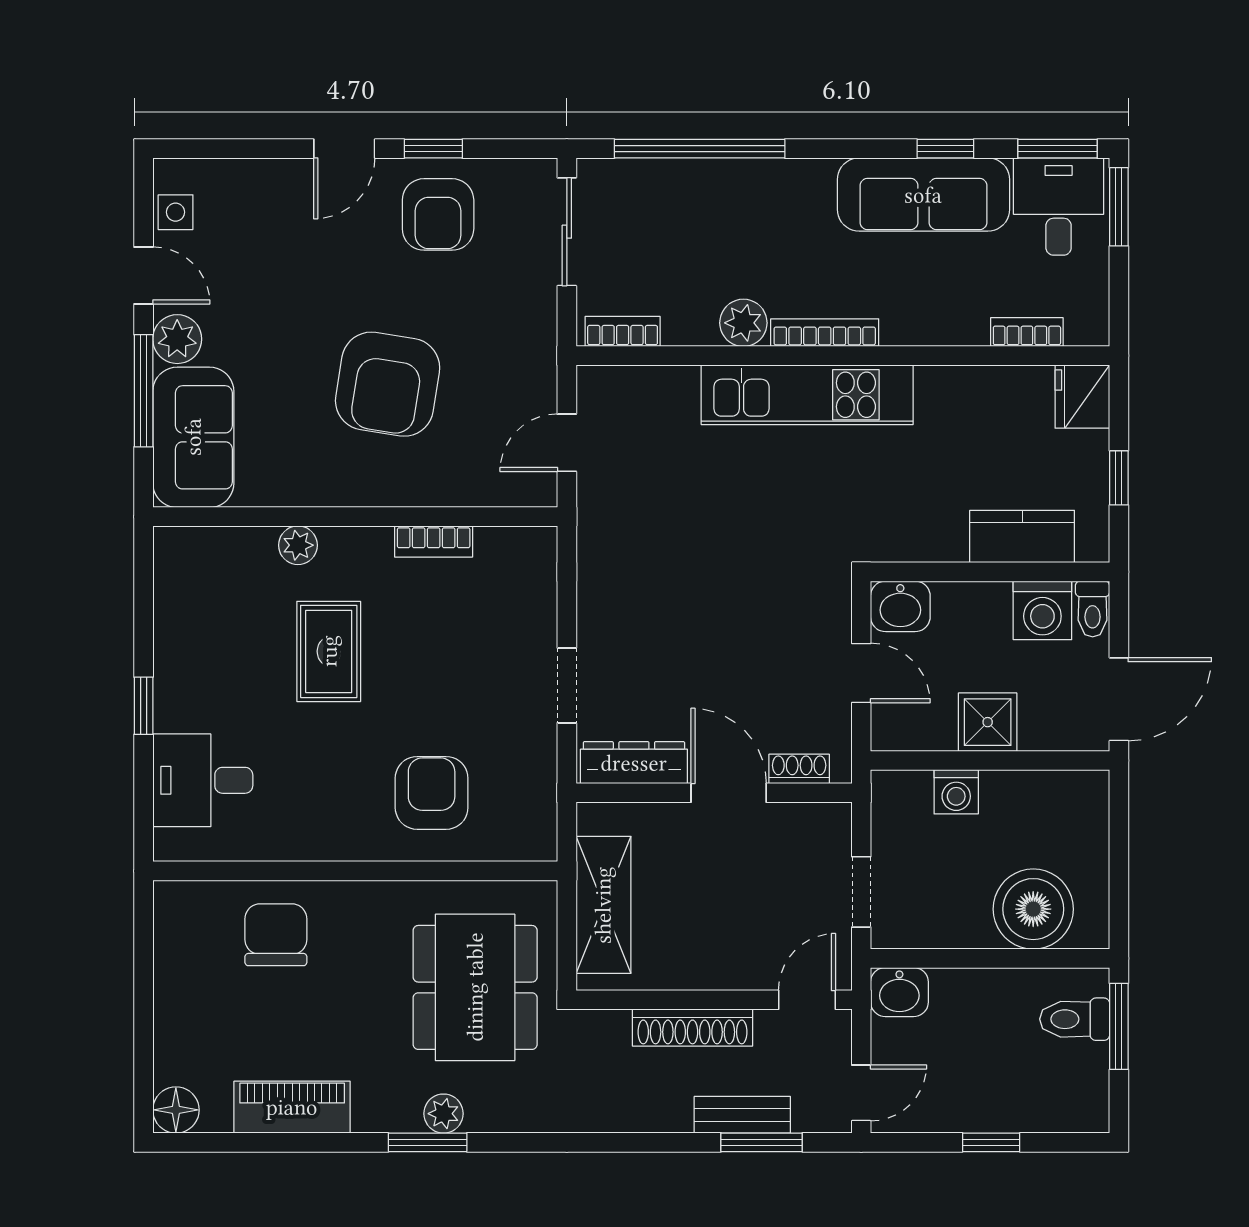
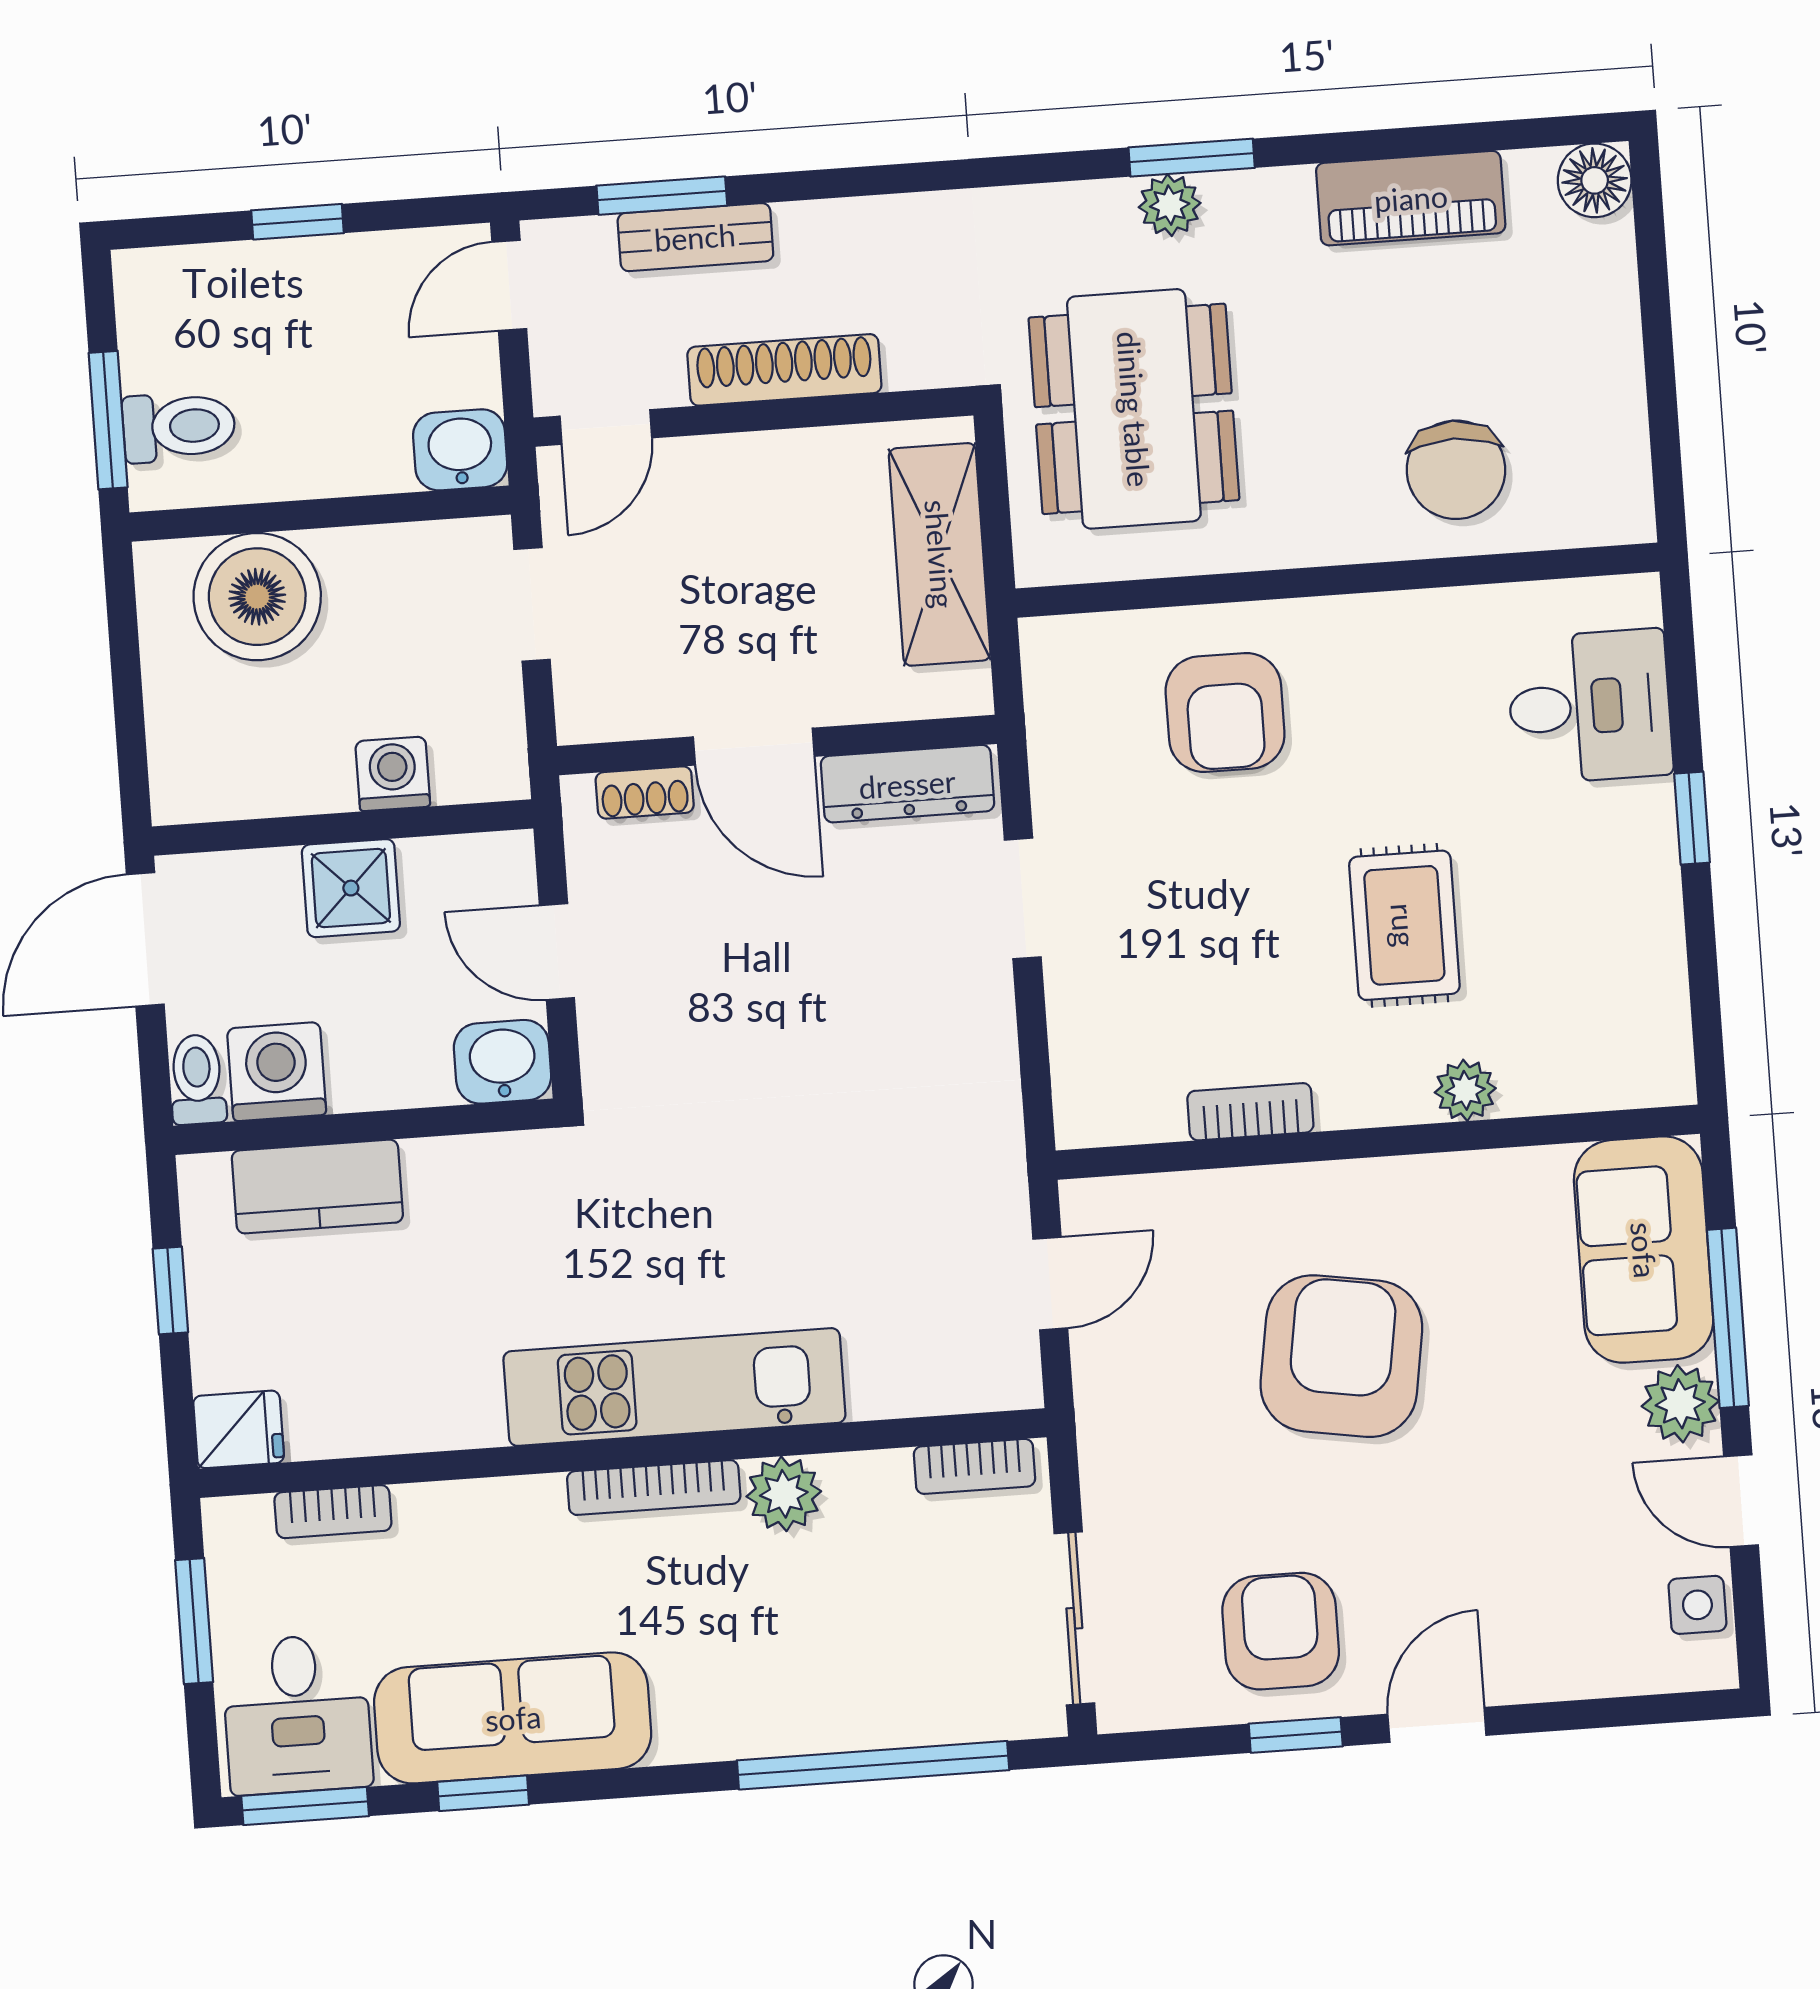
window: (1119, 207) -> (194, 1621), moved
fridge: (1082, 397) -> (239, 1429), width x0.72

